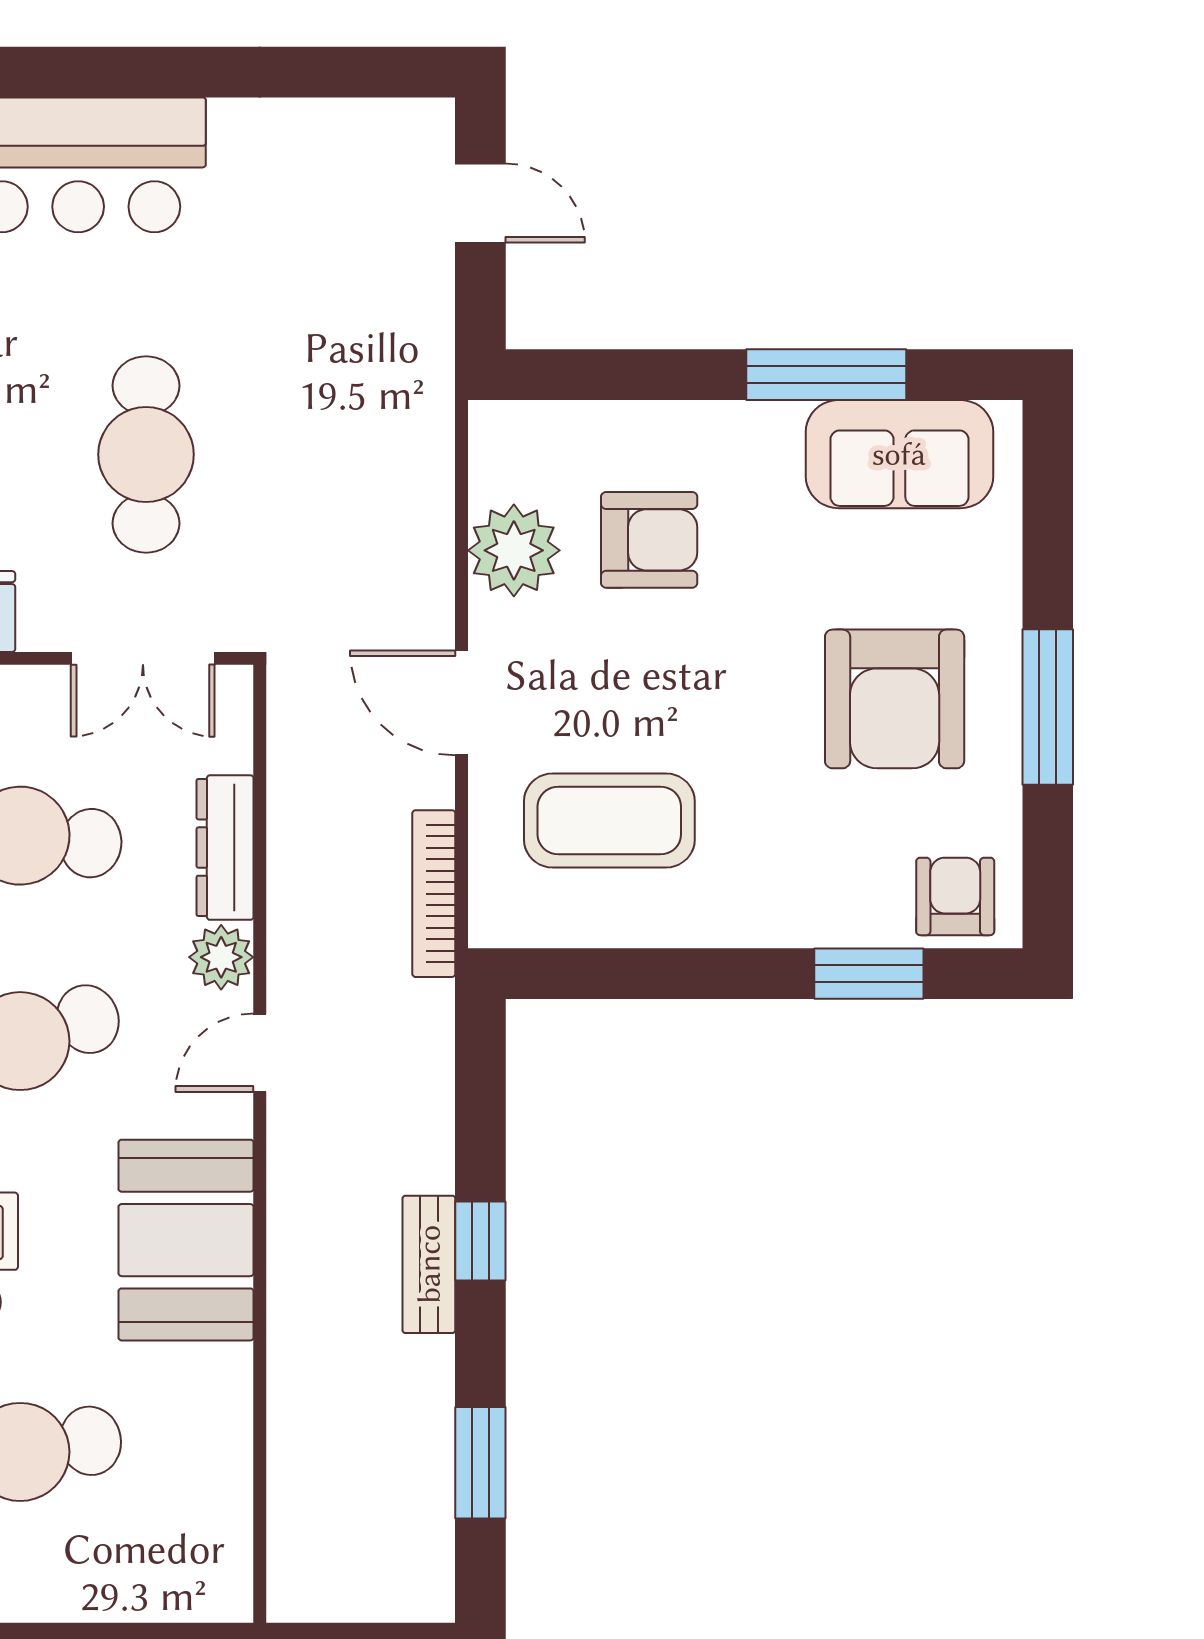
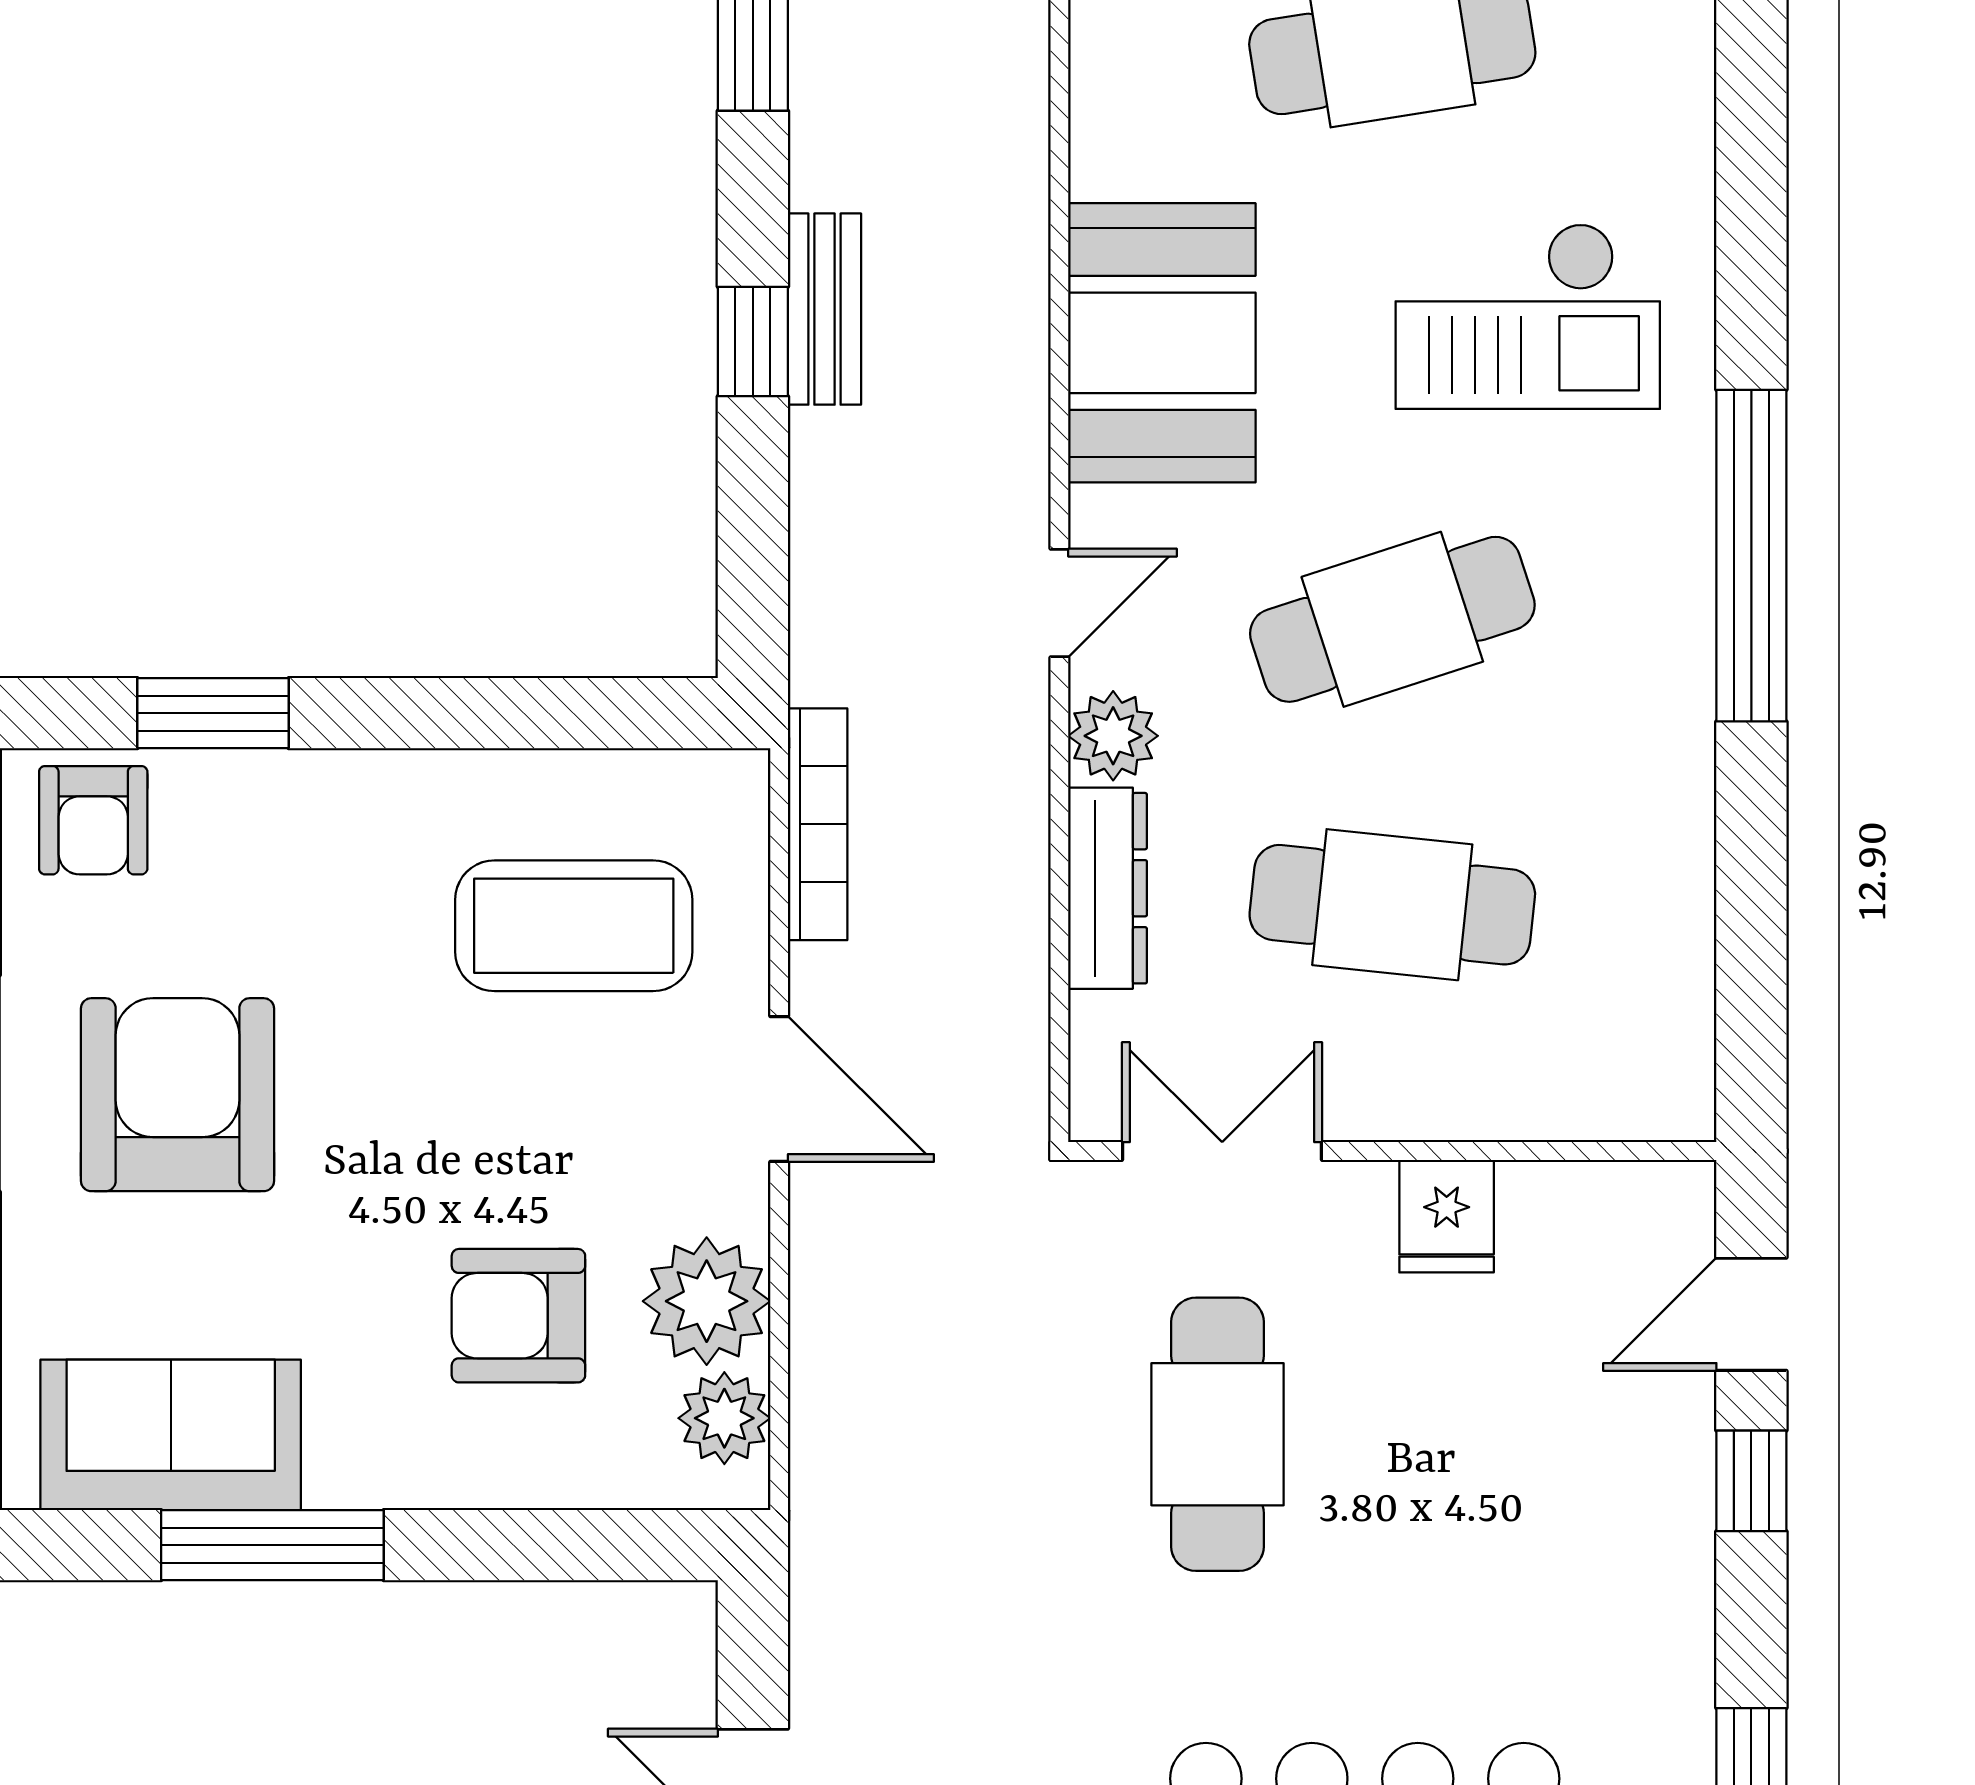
plant: (501, 466) -> (724, 1418), added

